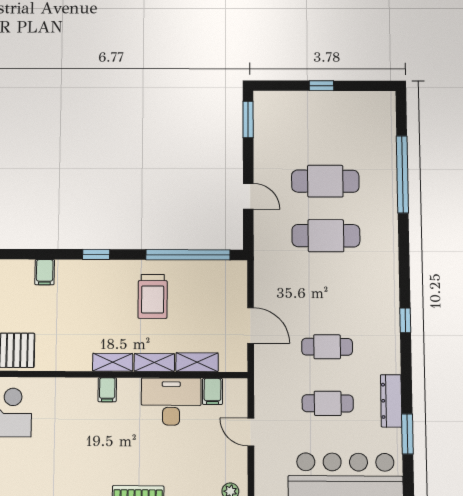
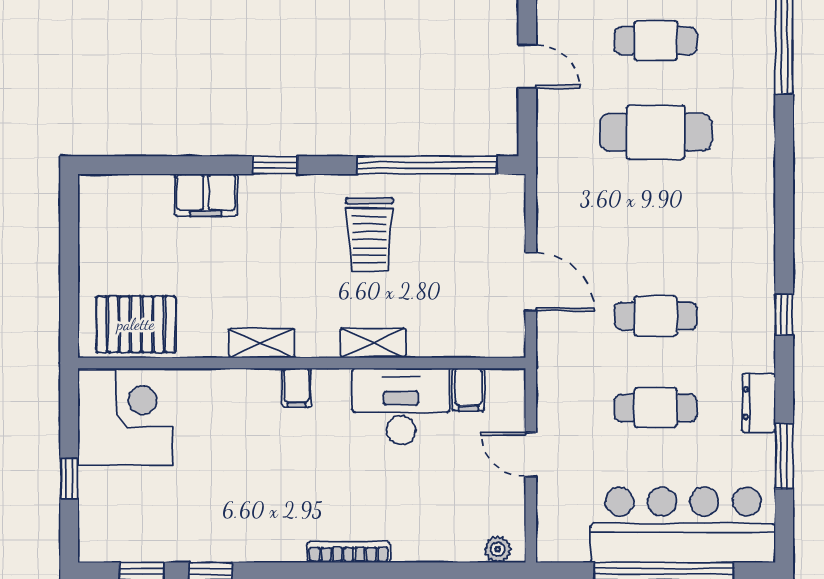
cafe table: (325, 181) -> (656, 41), width x0.73, depth x0.74
filing cabinet: (45, 272) -> (206, 195), width x2.00
window: (405, 320) -> (784, 315), moved
shelving: (113, 362) -> (262, 343), moved
shelving: (197, 362) -> (443, 342), removed
dresser: (391, 401) -> (759, 403), width x0.70

